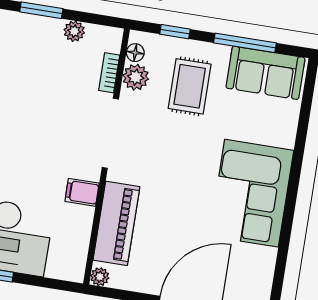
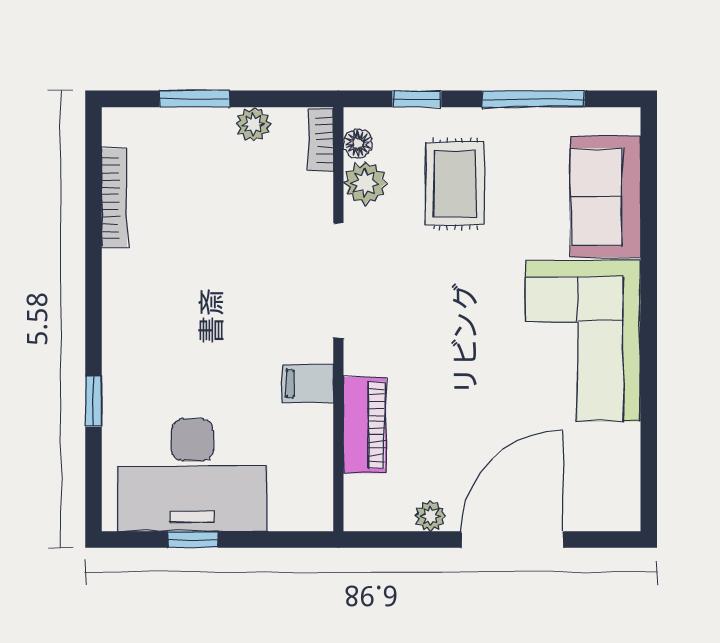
bookcase: (109, 73) -> (321, 140), moved
sofa: (265, 73) -> (606, 197), moved, turned 90
piano: (116, 223) -> (365, 425), width x0.73, depth x0.75
plant: (100, 277) -> (430, 516), moved

